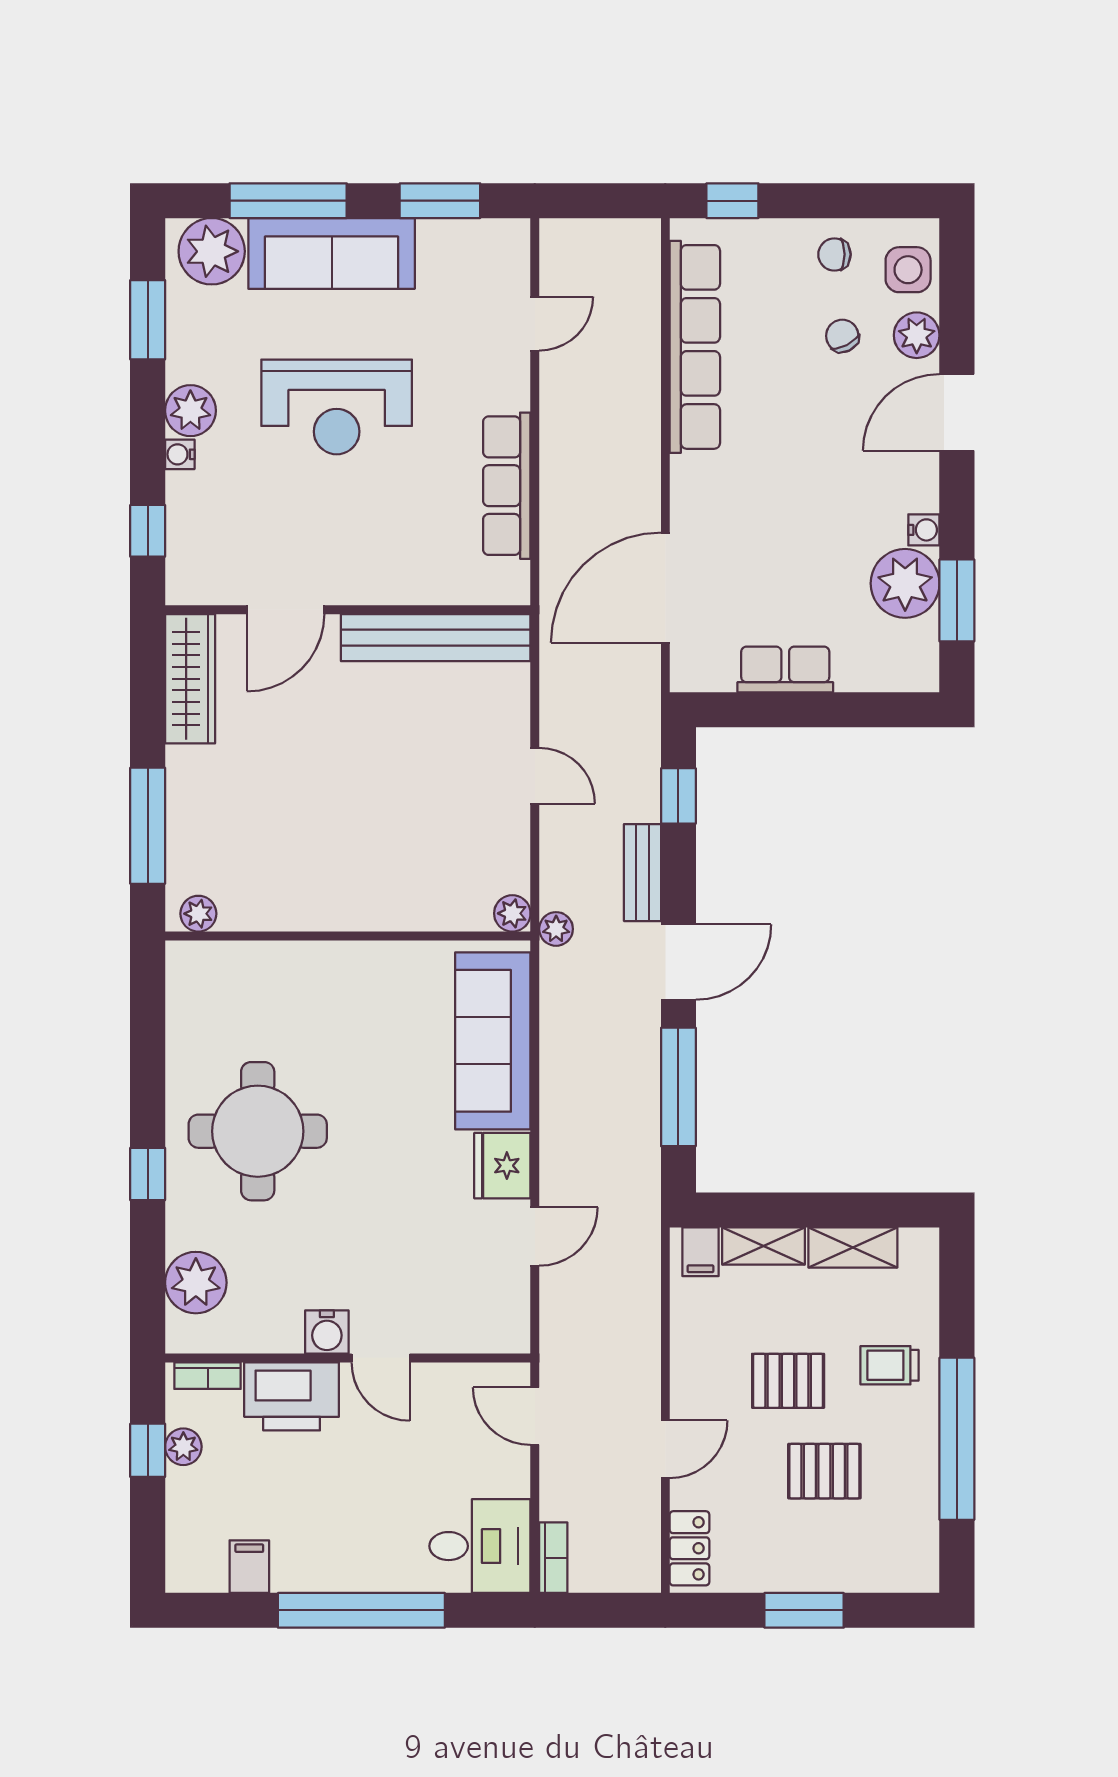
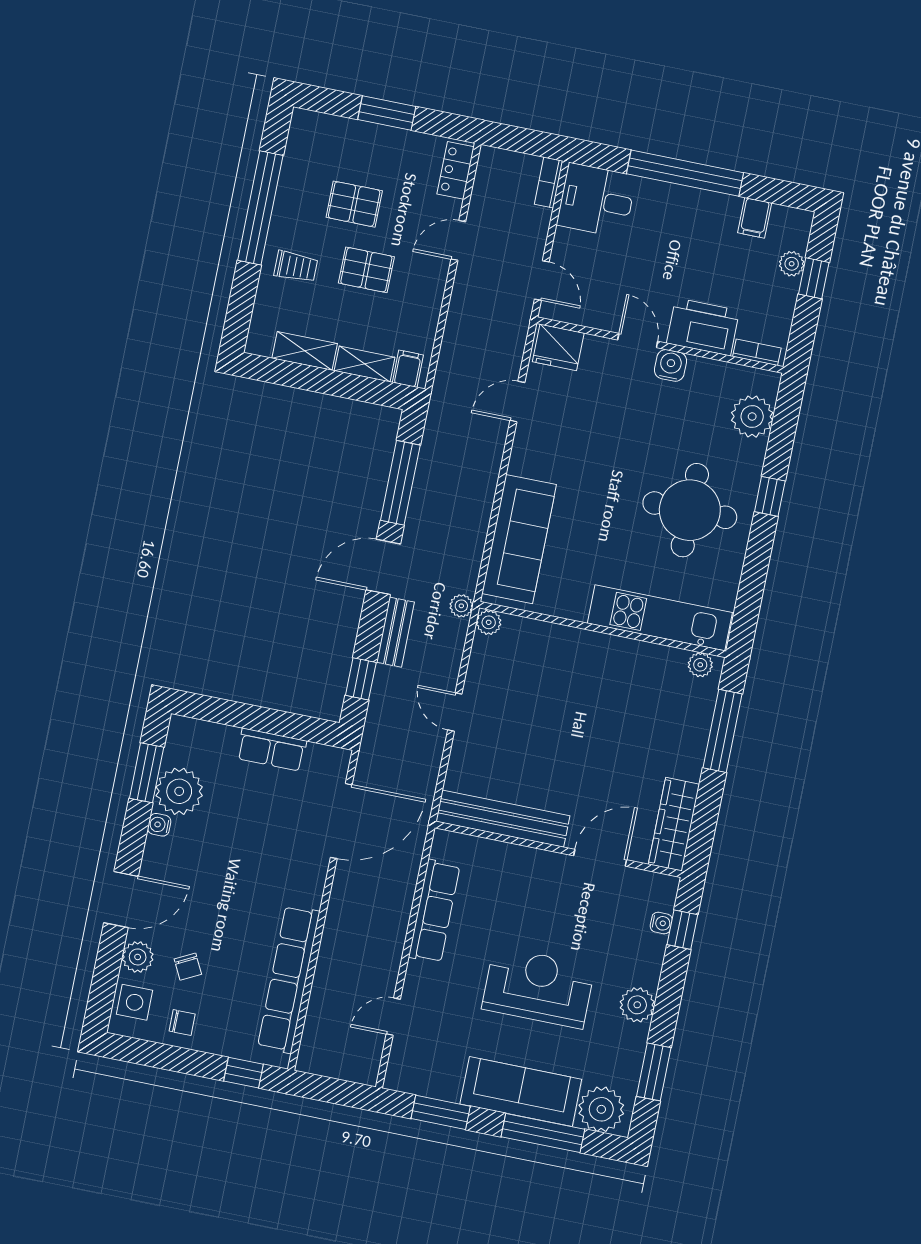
water cooler: (180, 454) -> (661, 923), moved
kitchen unit: (269, 969) -> (660, 618), added
fridge: (502, 1166) -> (558, 347), moved, turned 90
plant: (183, 1447) -> (792, 264), moved
window: (148, 1450) -> (814, 278), moved

